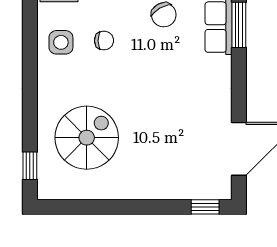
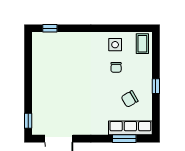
spiral stairs: (87, 138) -> (65, 58), removed

